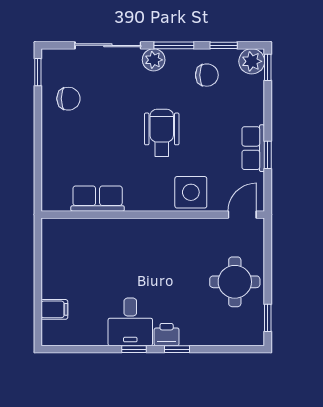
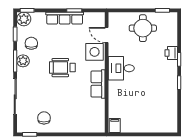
plant: (154, 60) -> (23, 61), moved
row of seats: (253, 148) -> (65, 18), width x1.48
row of seats: (98, 199) -> (98, 84), moved
door: (242, 215) -> (107, 35), moved
filing cabinet: (54, 309) -> (115, 126), moved
desk: (130, 322) -> (121, 68), moved, turned 180
printer: (167, 335) -> (171, 53), moved

